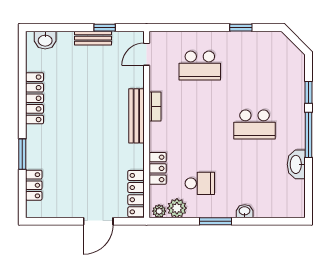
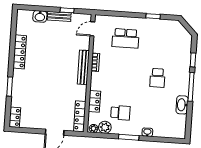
washbasin: (45, 40) -> (40, 16), moved
school desk: (254, 124) -> (157, 78), width x0.54
locker: (34, 185) -> (15, 117), moved

